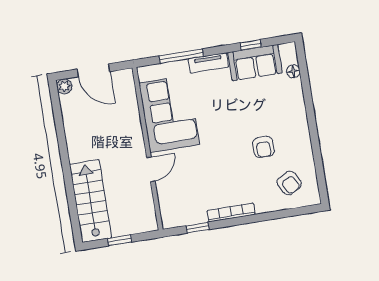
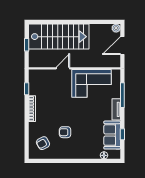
door: (151, 169) -> (63, 68), swing flipped
stairs: (90, 201) -> (59, 37), width x1.36, depth x1.51

